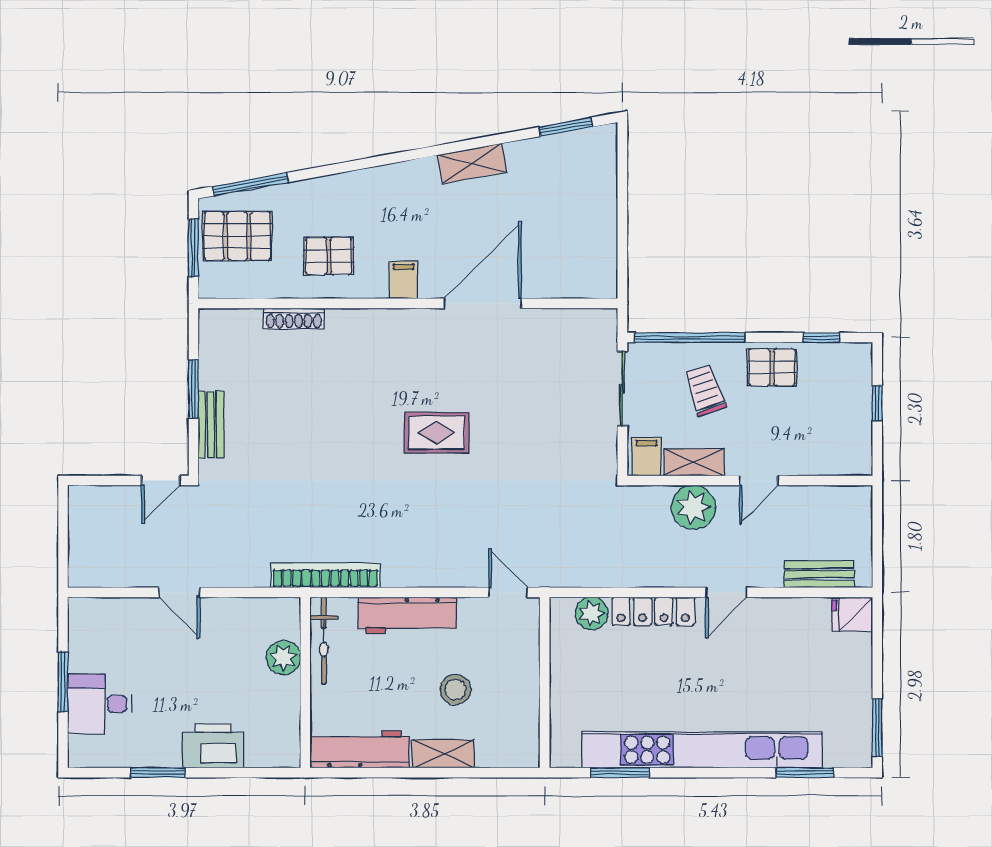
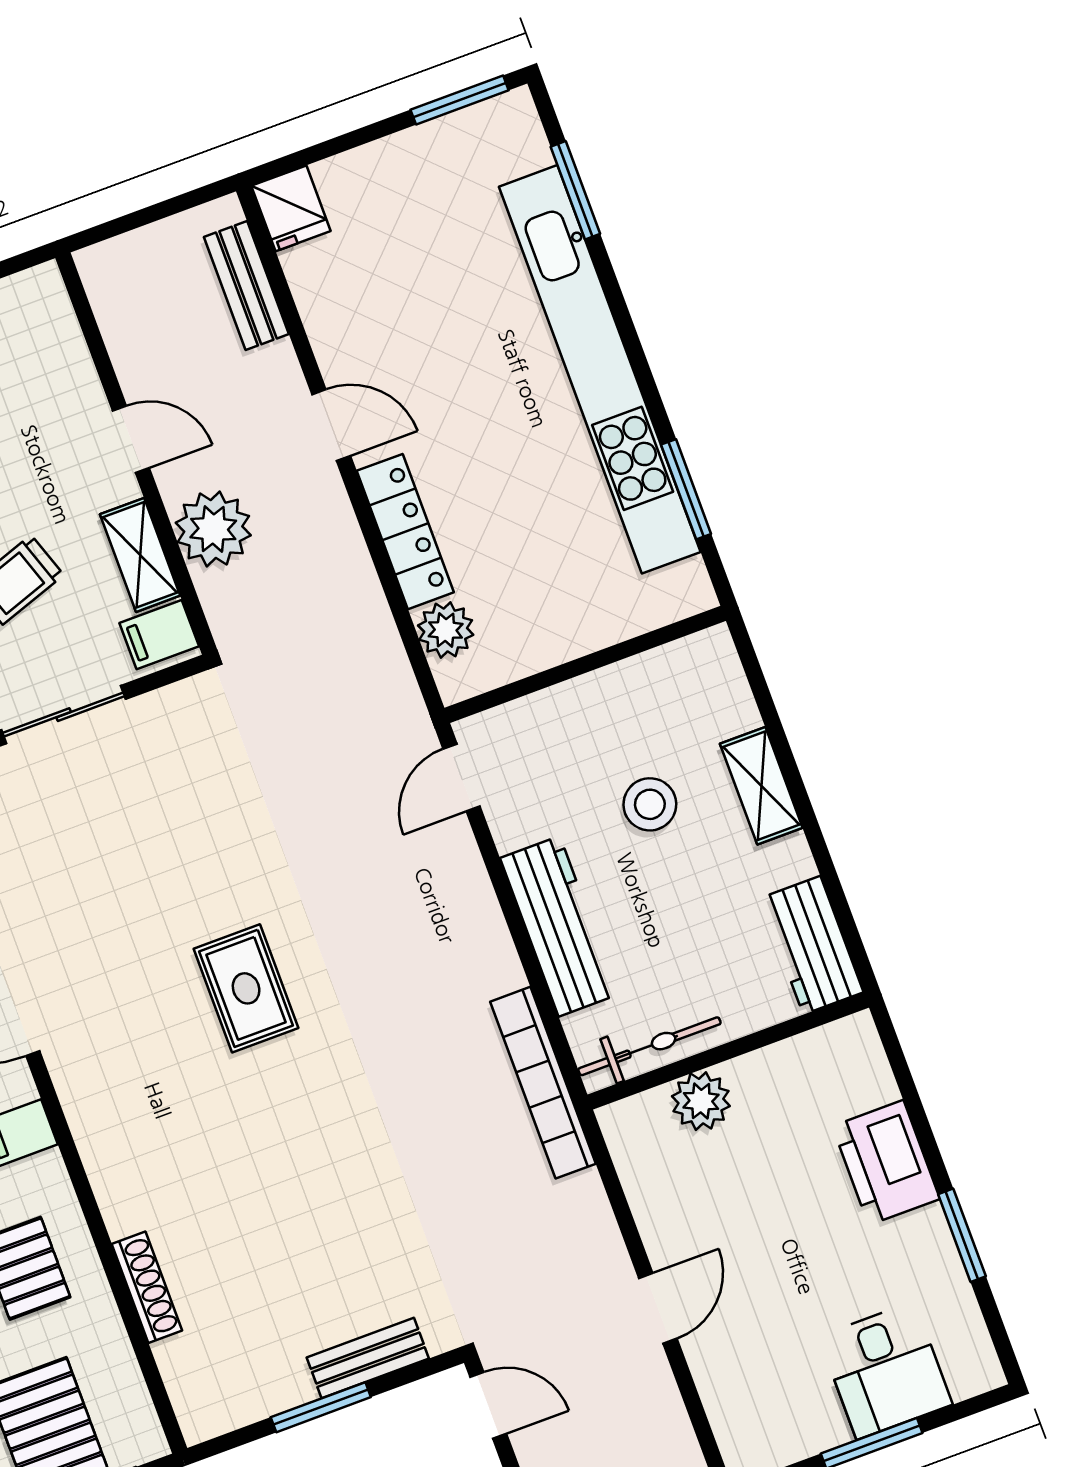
workbench: (360, 749) -> (812, 945), width x0.73

